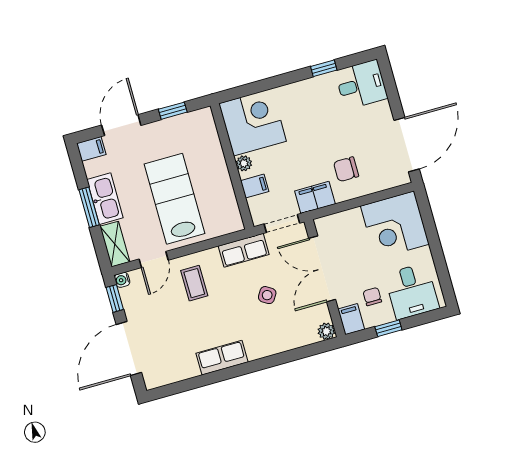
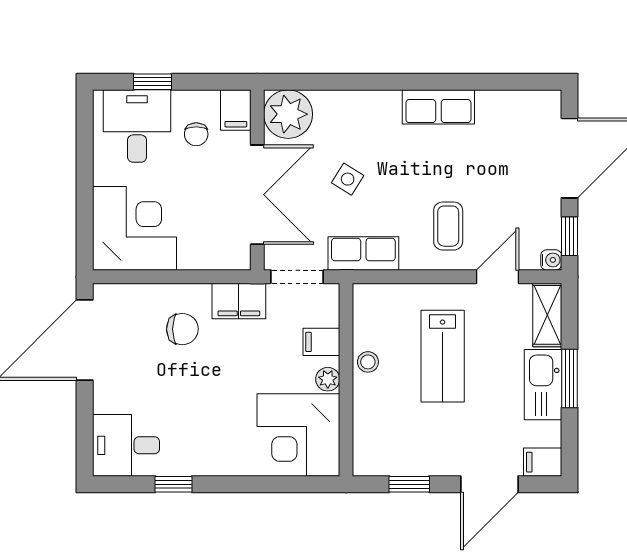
stool: (221, 182) -> (368, 362), added
lab bench: (174, 199) -> (443, 356), width x0.73, depth x0.72
window: (388, 328) -> (152, 82), moved
plant: (326, 331) -> (288, 114), width x1.87, depth x1.87

